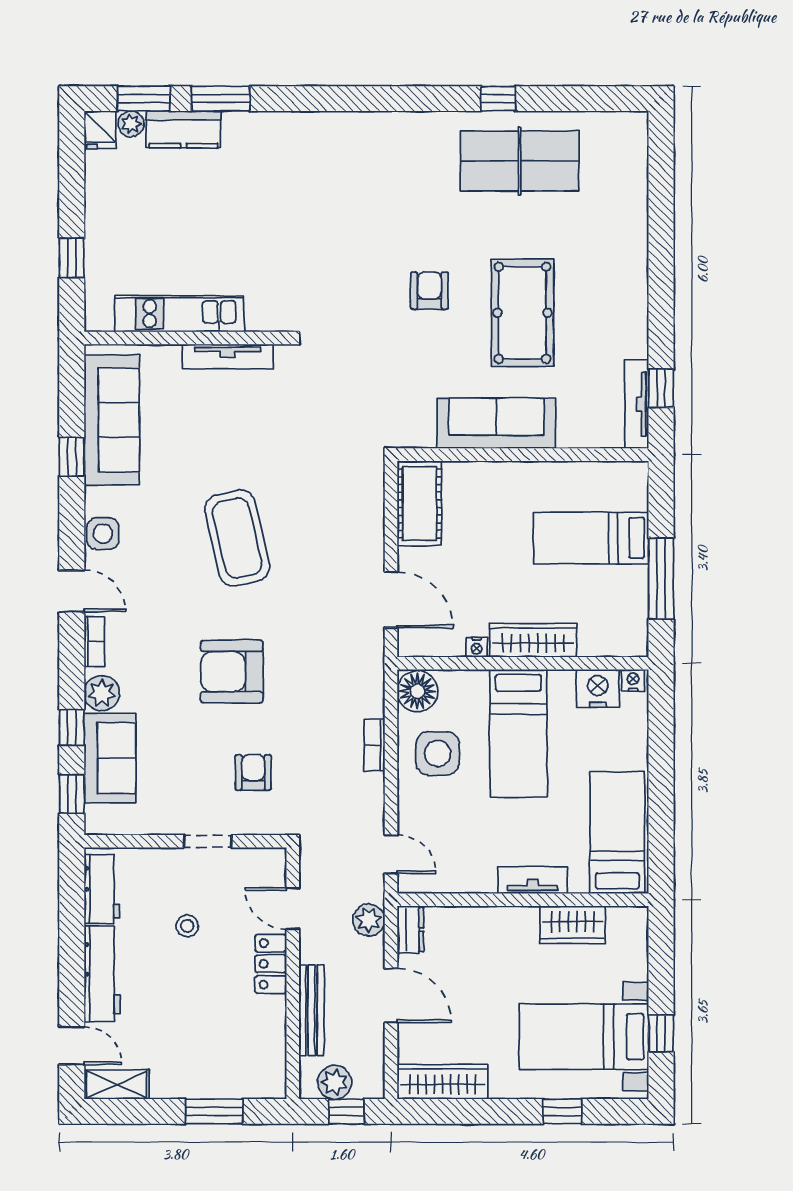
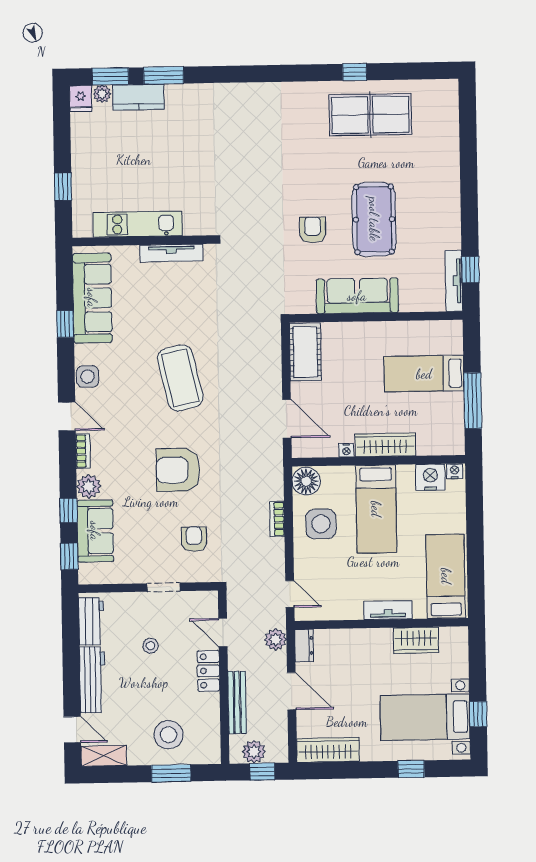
armchair: (429, 291) -> (313, 230), moved
stool: (211, 1055) -> (169, 735), added

